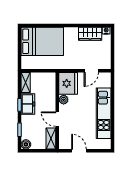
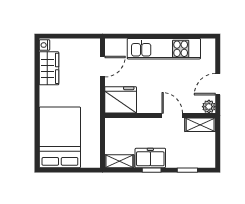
door: (91, 71) -> (102, 67), hinge flipped
plant: (64, 100) -> (209, 107), moved
door: (57, 119) -> (172, 116), swing flipped
boiler: (26, 144) -> (209, 161), removed

